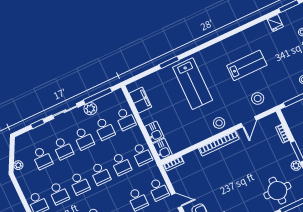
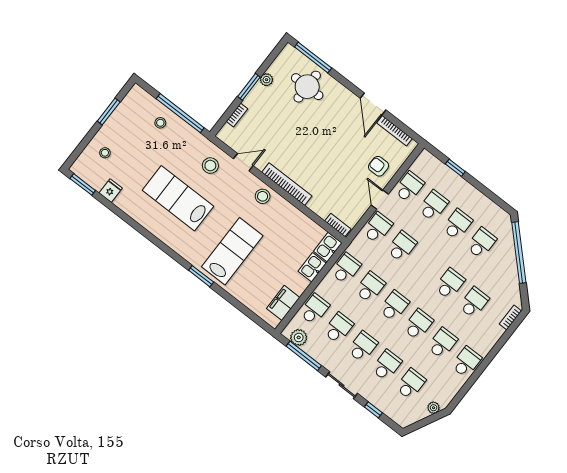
window: (169, 62) -> (201, 276), moved
lab bench: (247, 65) -> (178, 198), width x1.36, depth x1.39
plant: (90, 109) -> (299, 337), moved

